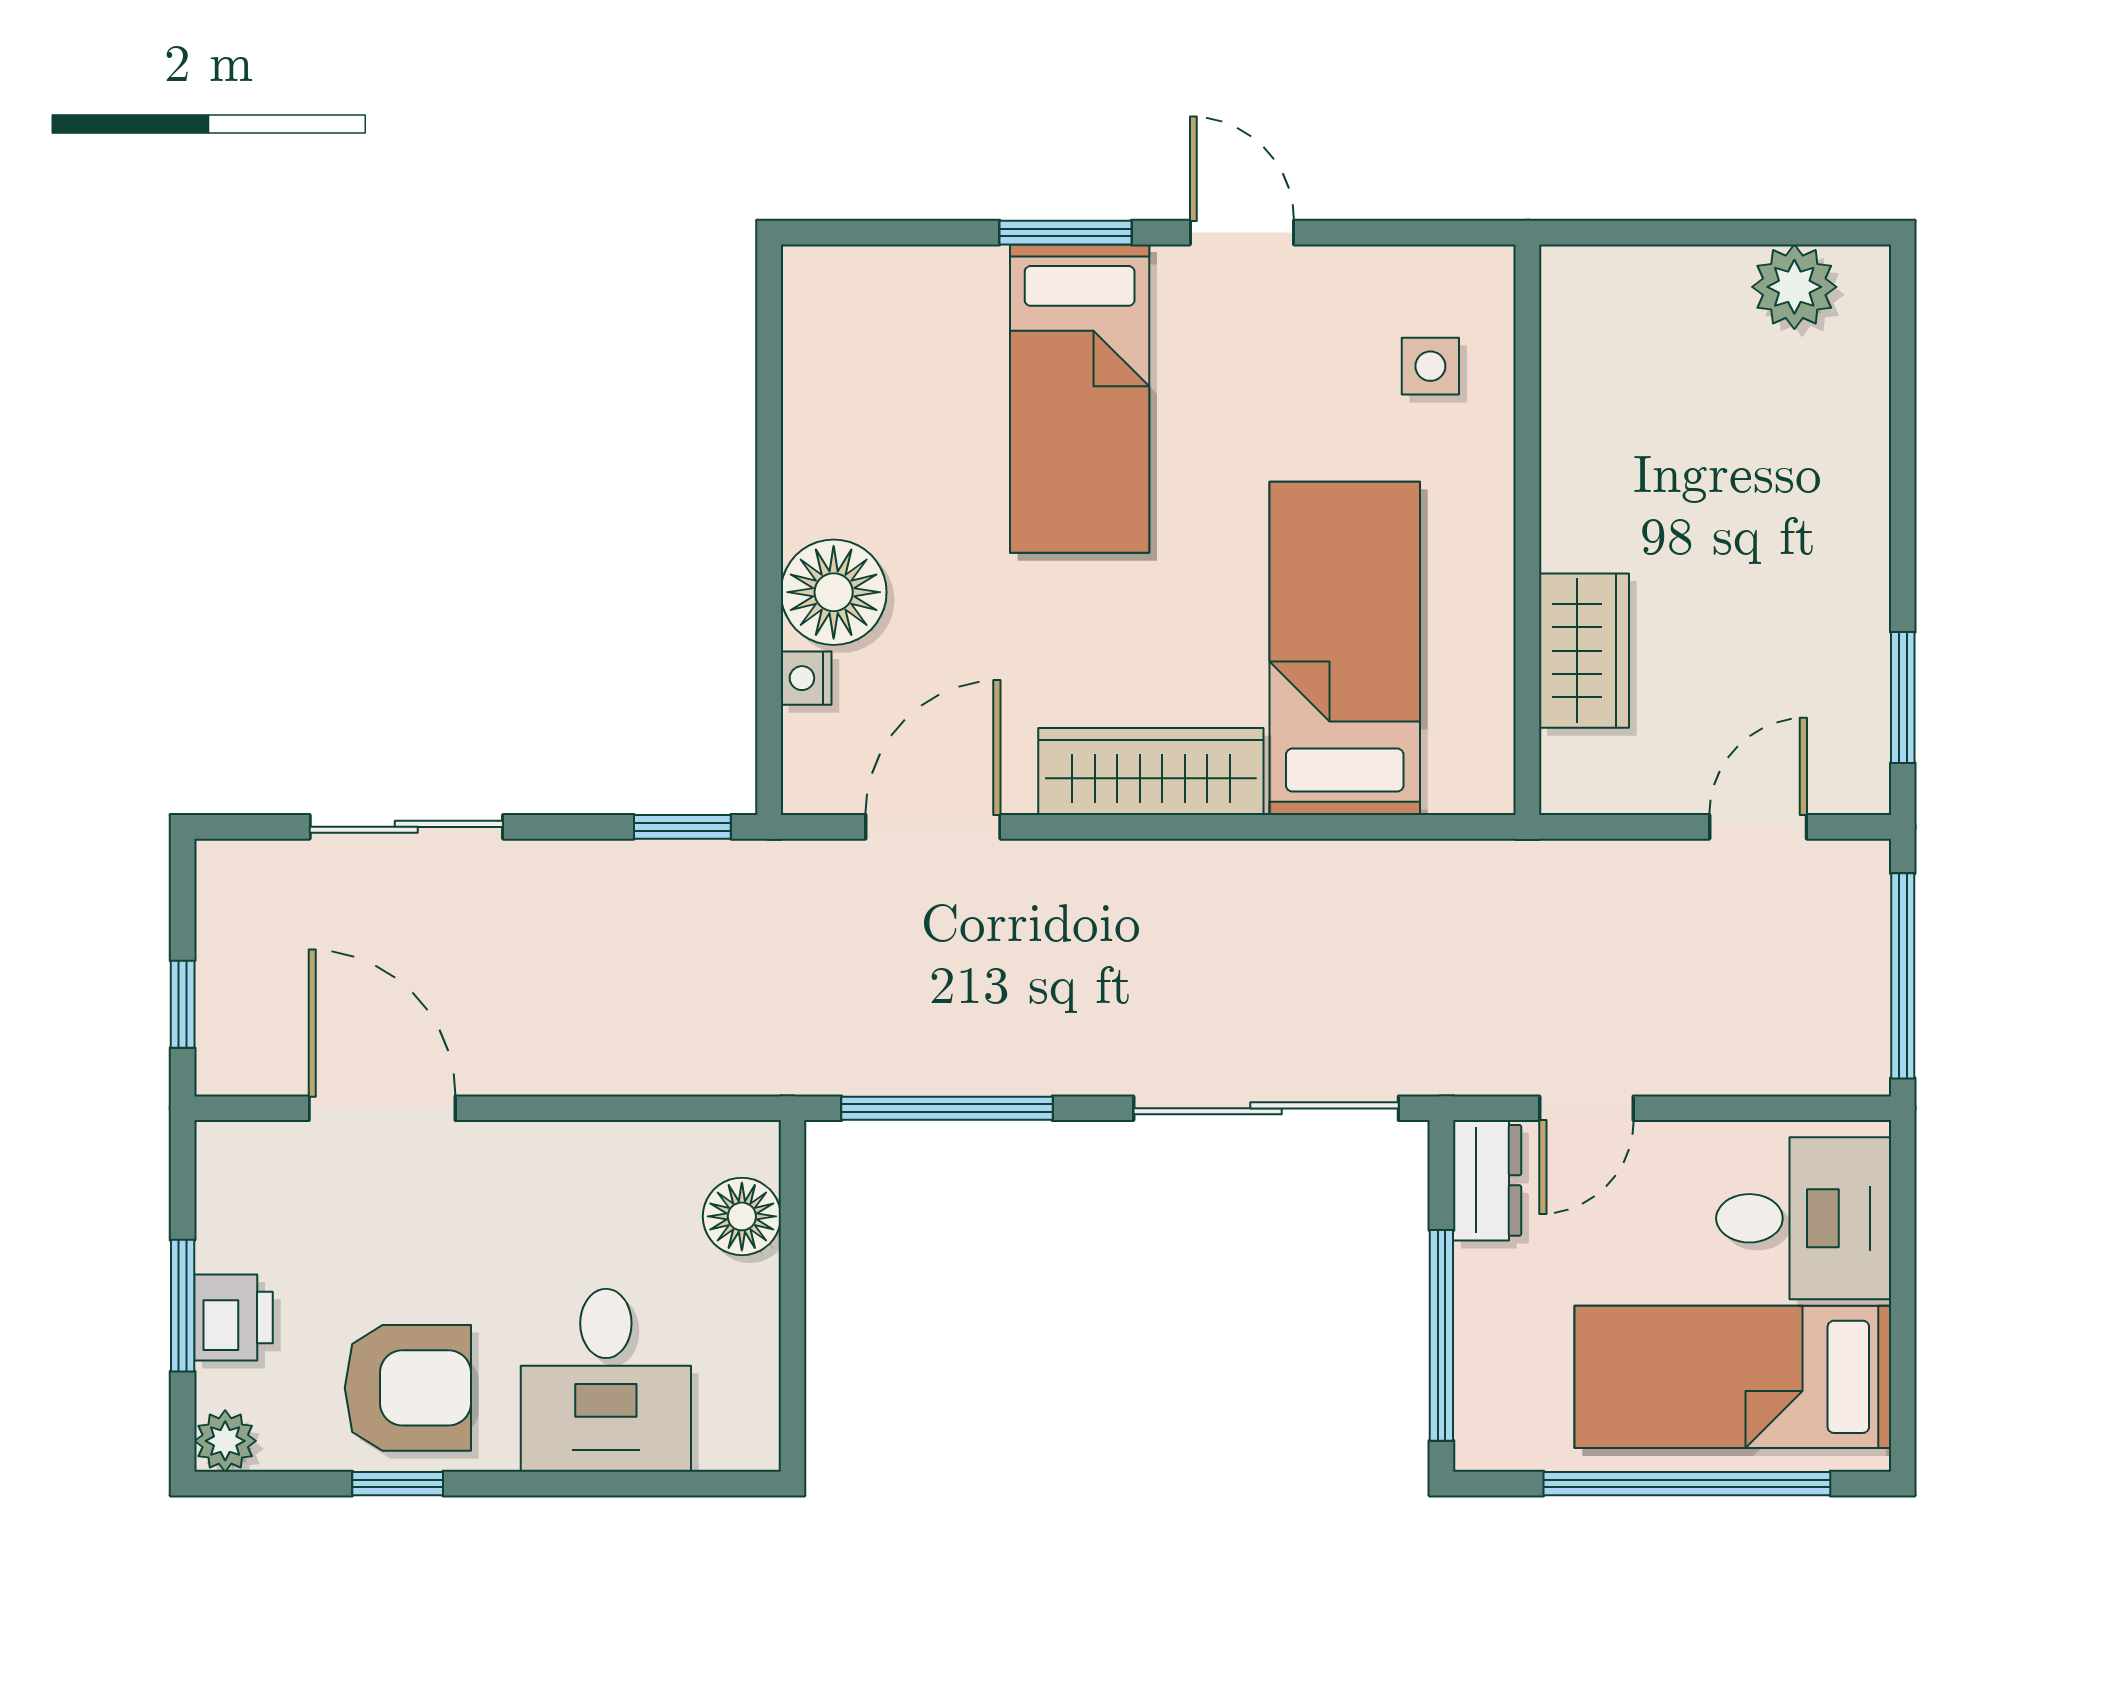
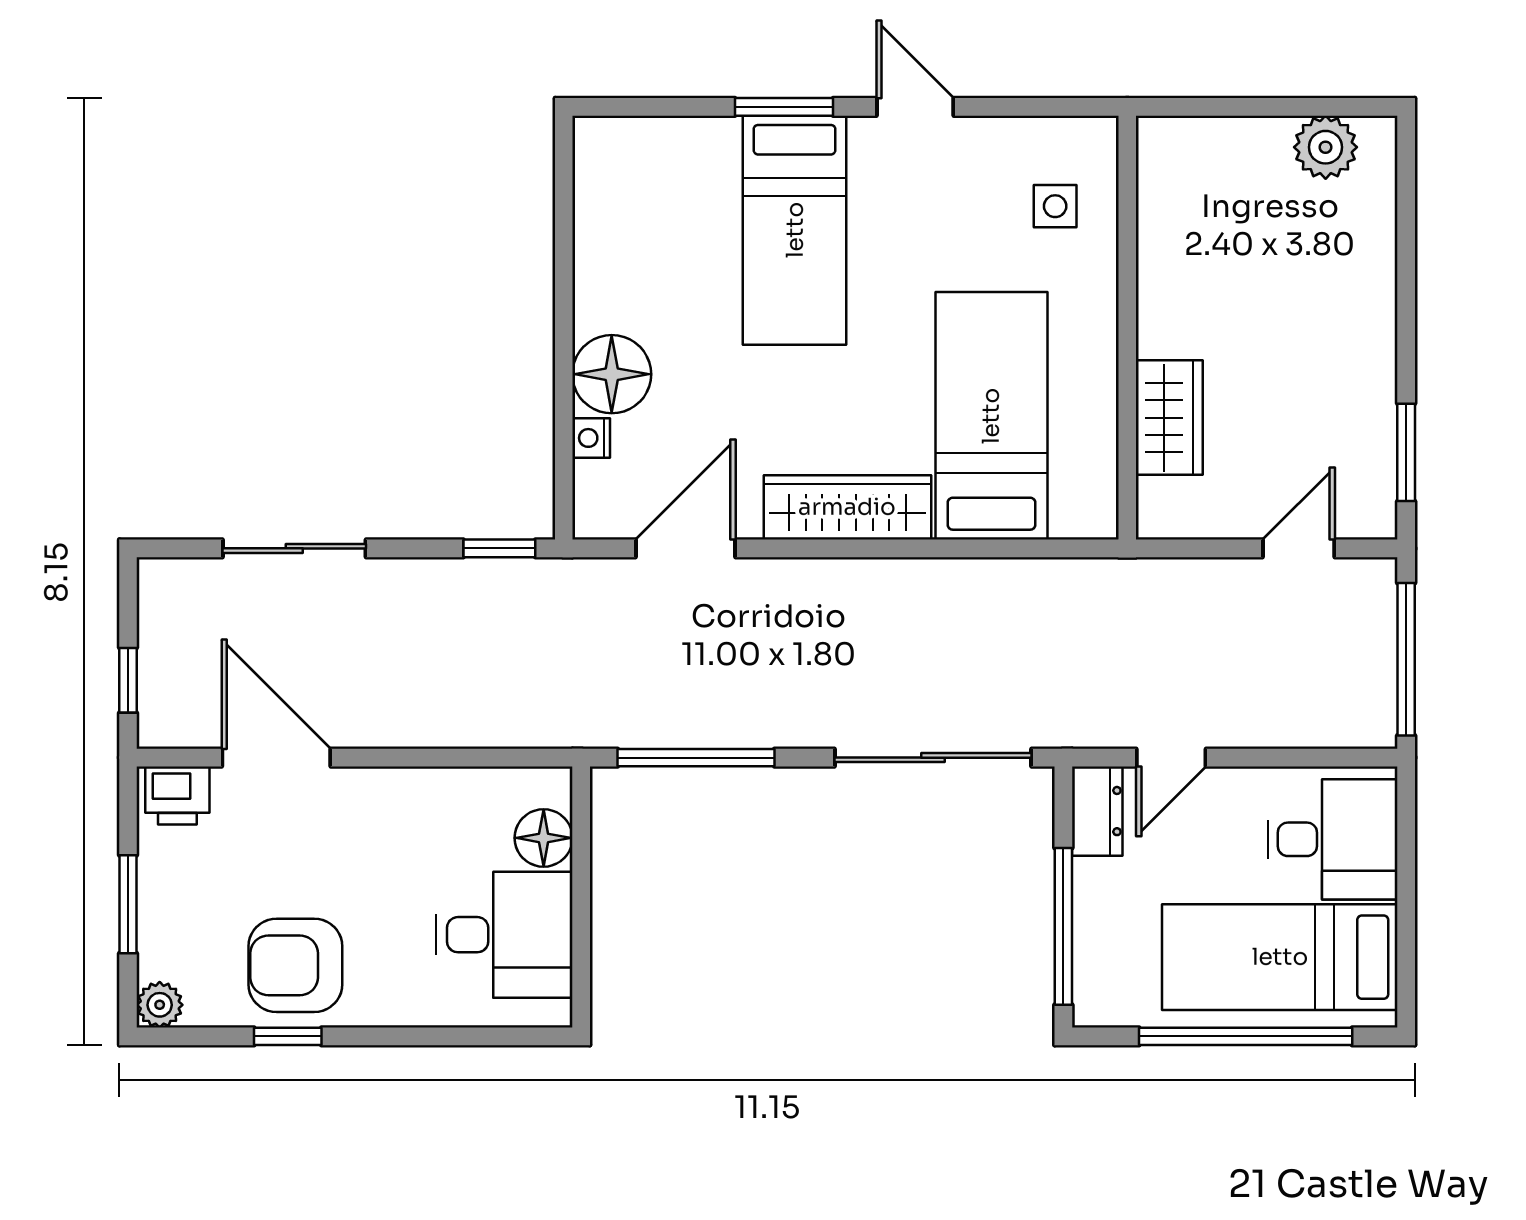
printer: (234, 1317) -> (177, 795), moved, turned 90
desk: (606, 1380) -> (504, 935), moved, turned -90
armchair: (408, 1388) -> (295, 965), turned 180

